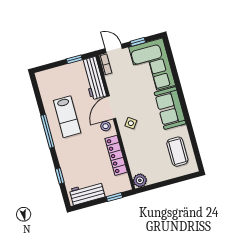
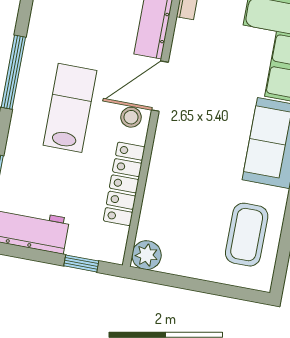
lab bench: (67, 117) -> (70, 108), moved, turned 180
side table: (131, 123) -> (183, 135), removed

